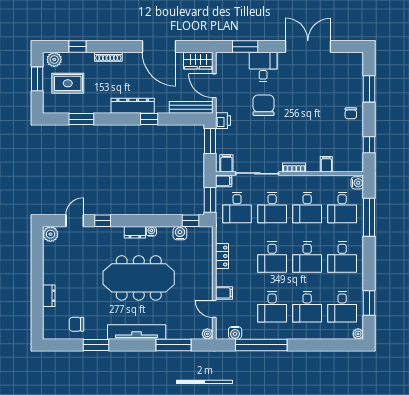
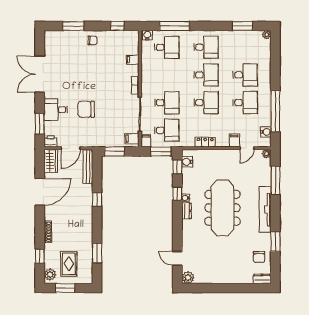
dresser: (133, 106) -> (87, 213), removed
printer: (223, 121) -> (51, 141), moved
desk: (307, 207) -> (167, 75), removed
window: (103, 221) -> (177, 194), moved
water cooler: (180, 233) -> (187, 162), moved
dresser: (49, 296) -> (262, 279), moved
desk: (342, 307) -> (245, 47), removed

